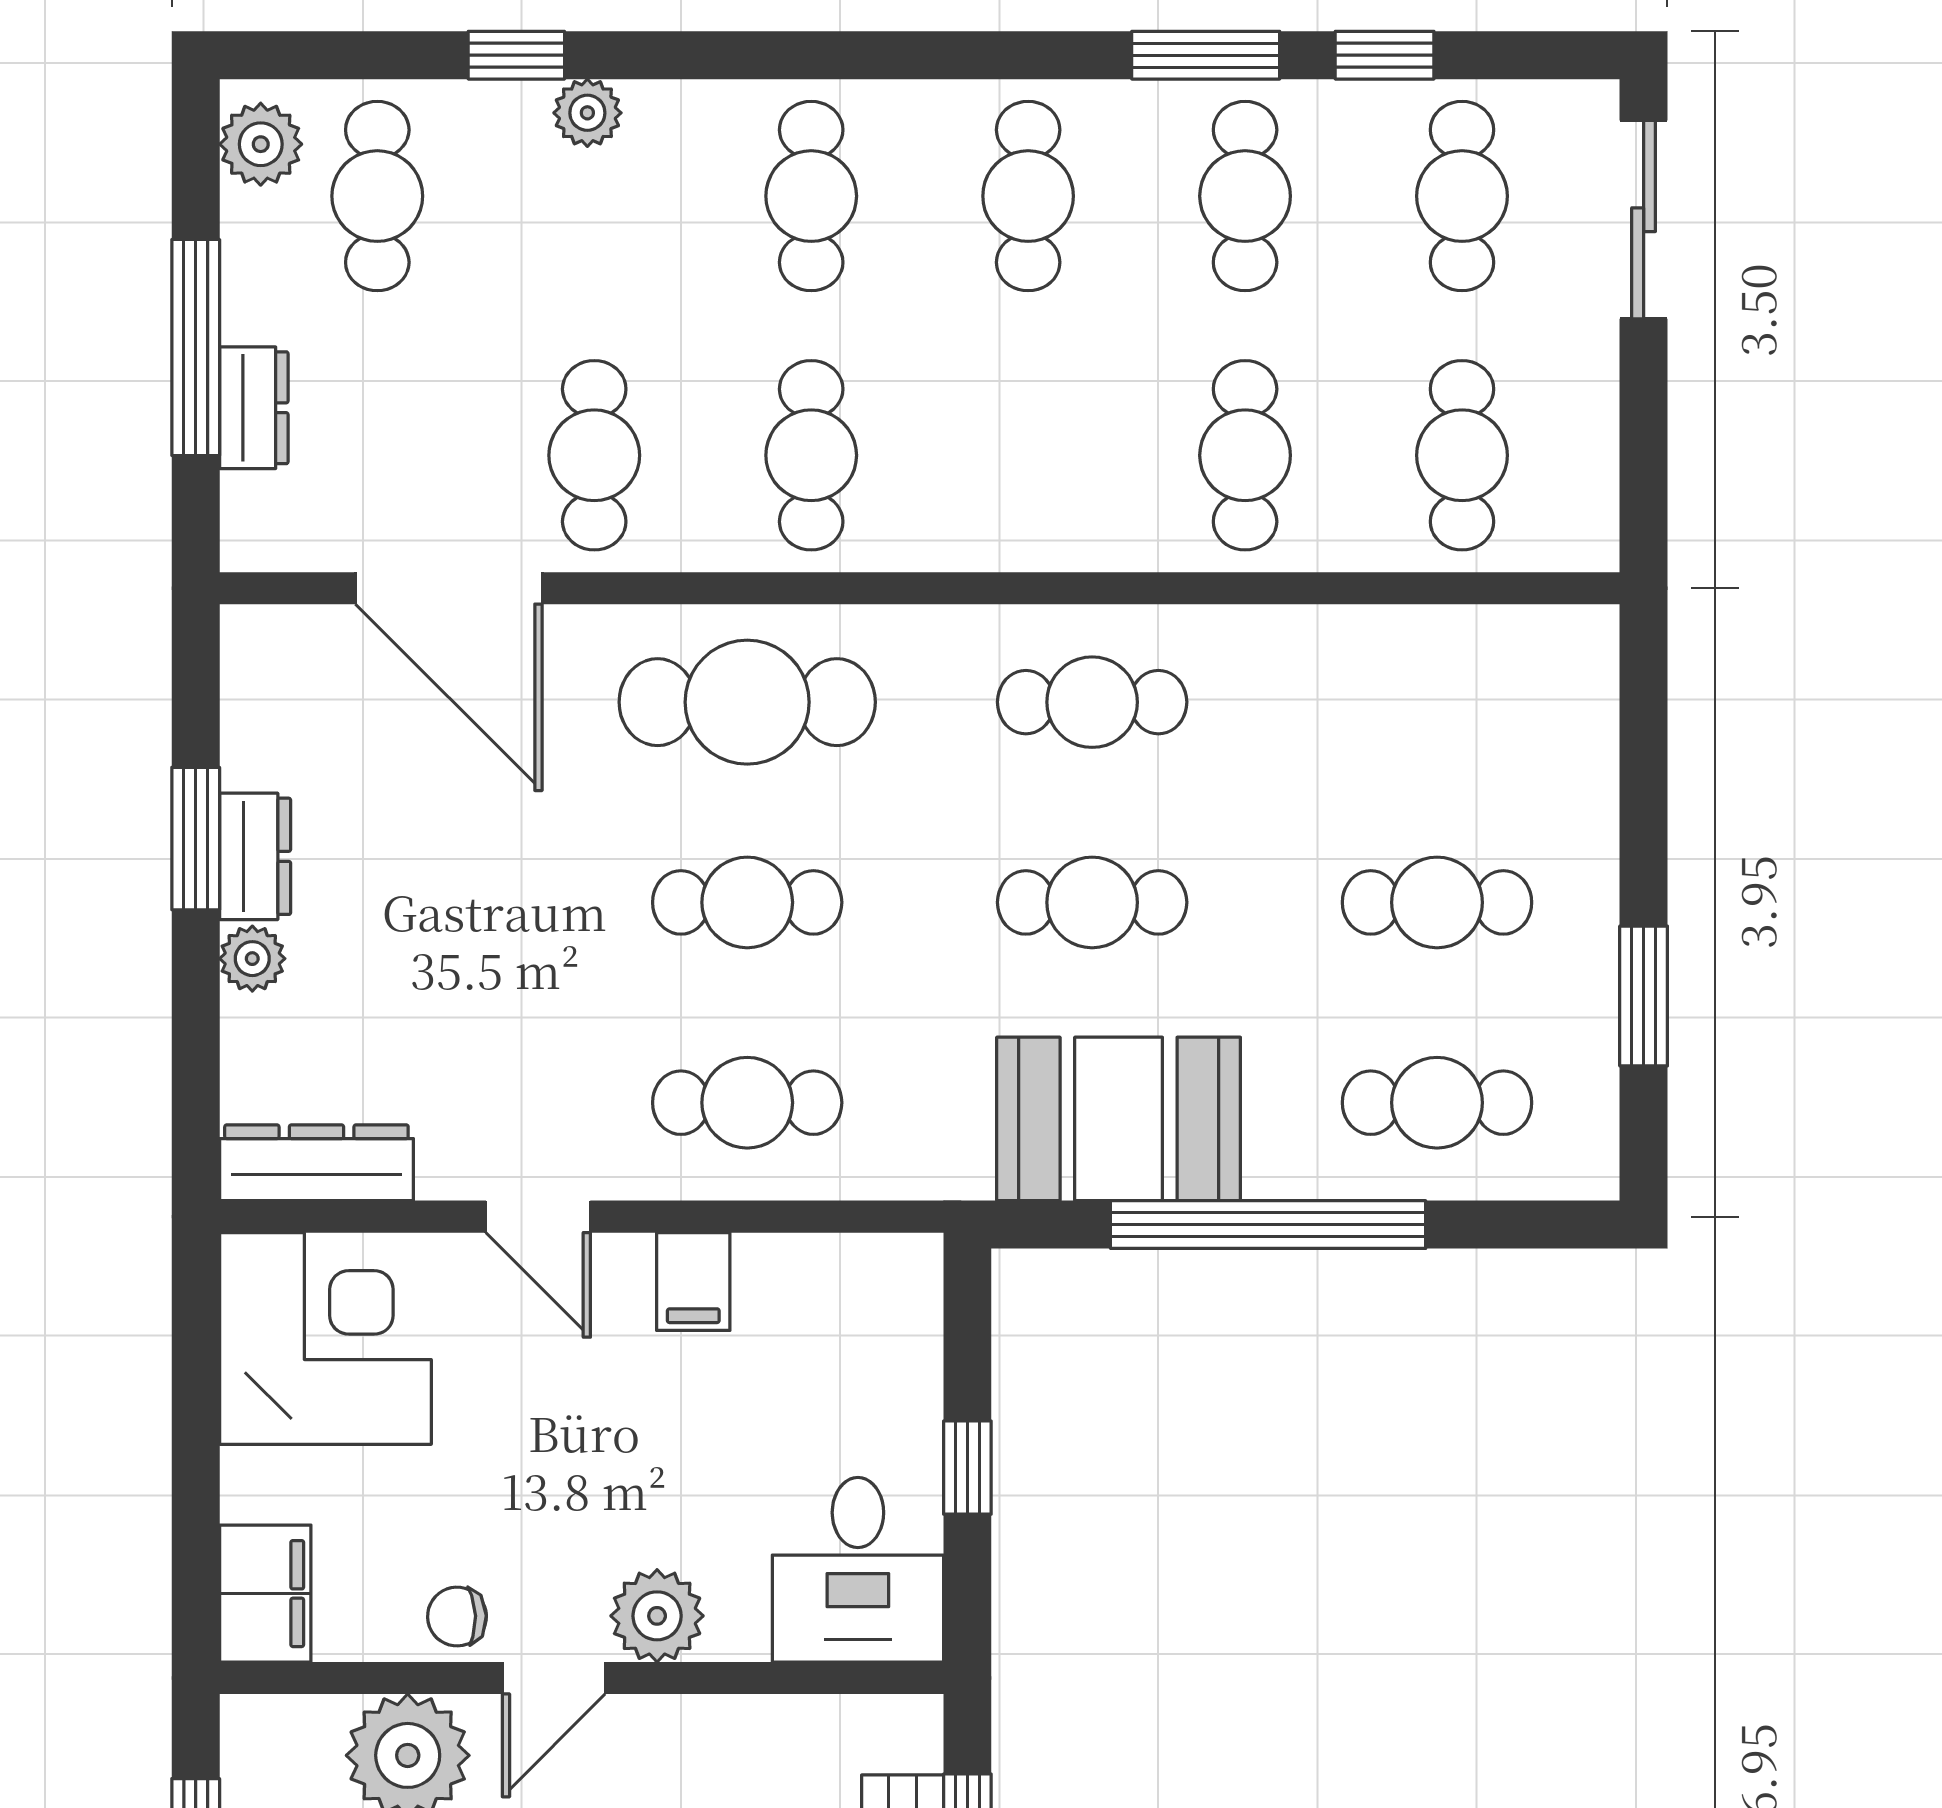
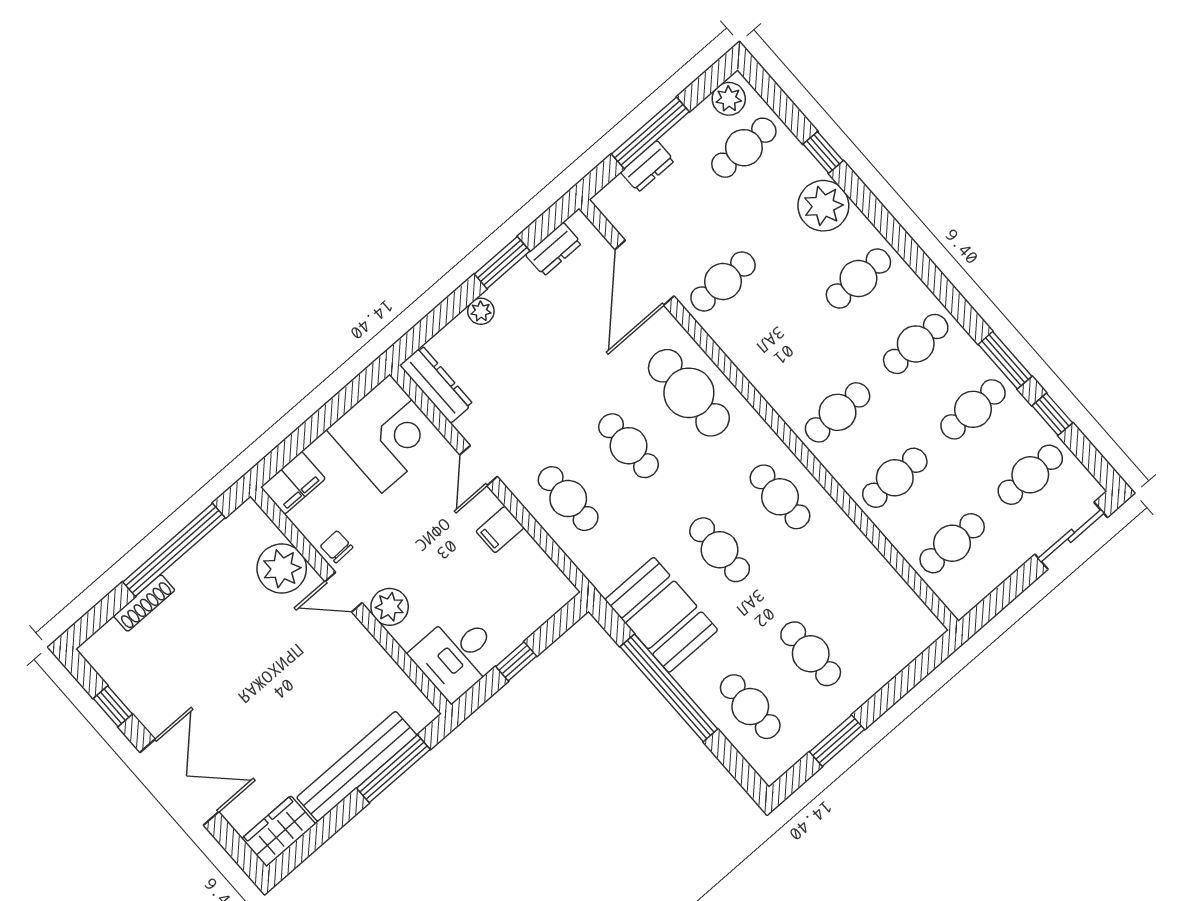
plant: (587, 113) -> (823, 206), width x1.87, depth x1.87
cafe table: (811, 455) -> (838, 412), moved
dresser: (255, 856) -> (554, 249), moved

